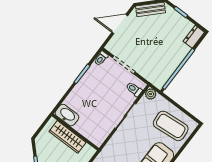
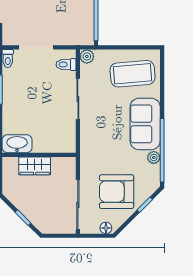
wardrobe: (67, 137) -> (35, 166), width x0.67

